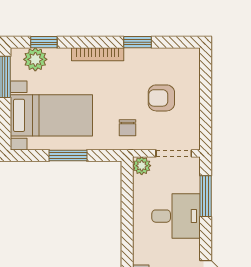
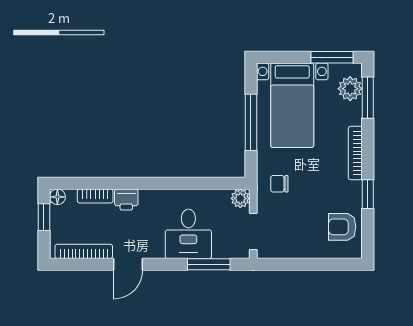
window: (44, 42) -> (368, 98), width x1.50
armchair: (161, 98) -> (342, 227), moved, turned -90
window: (68, 155) -> (251, 122), width x1.44

